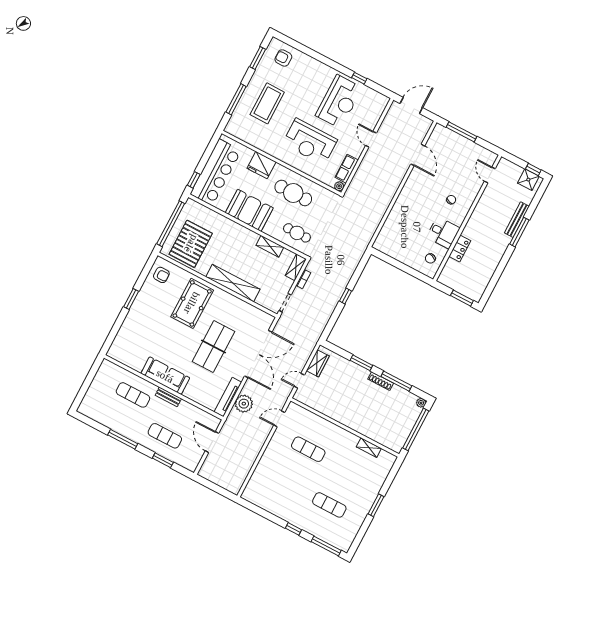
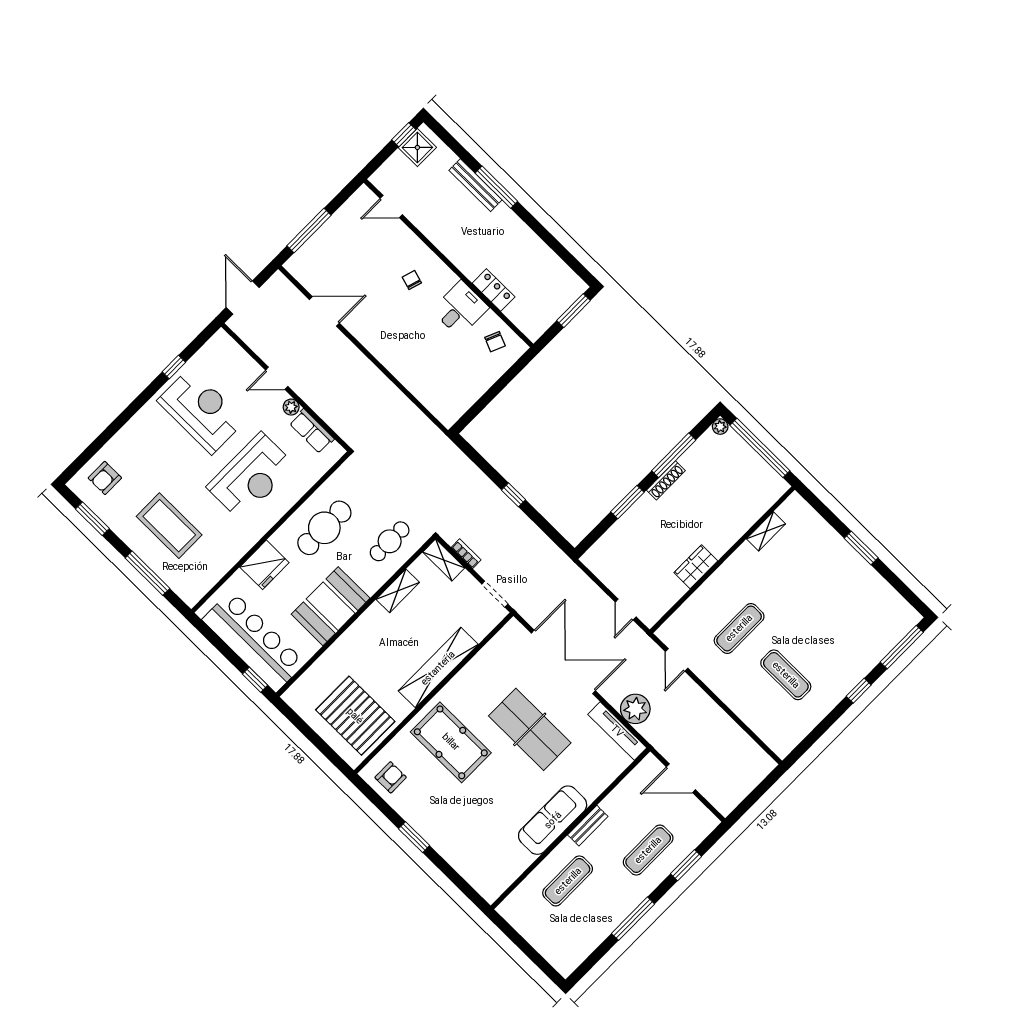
plant: (339, 186) -> (291, 407), moved
window: (171, 224) -> (314, 738), removed
wardrobe: (318, 363) -> (696, 567), moved, turned -90
exercise mat: (329, 505) -> (786, 675), moved, turned 90

